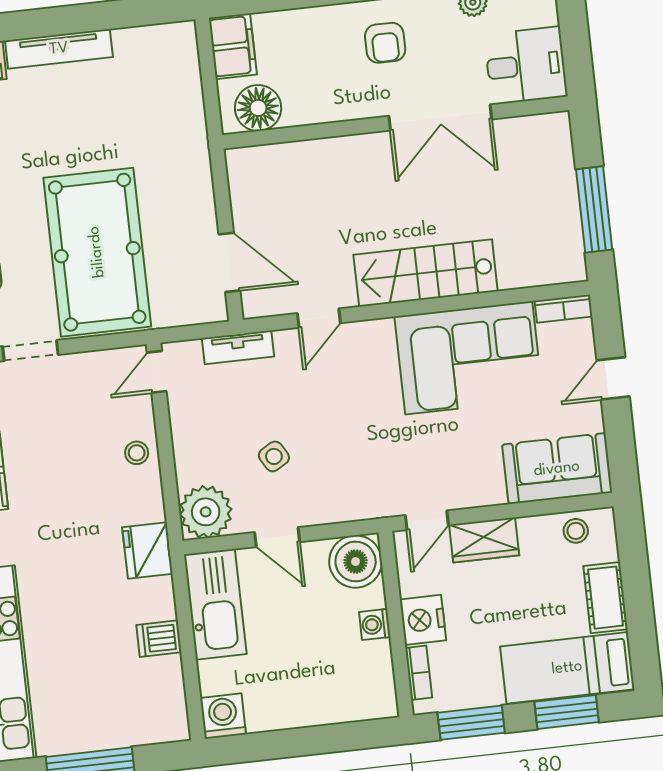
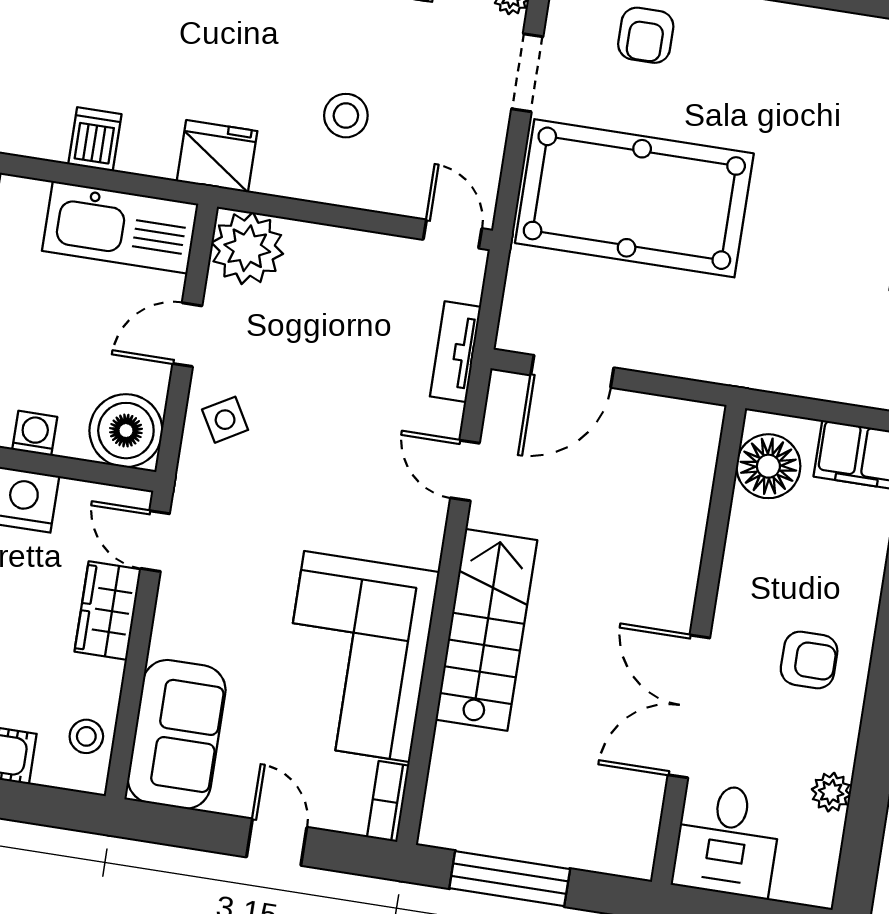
armchair: (385, 43) -> (809, 660), turned 180
stool: (137, 453) -> (346, 116), moved, width x1.37, depth x1.37
side table: (274, 456) -> (225, 420), moved

